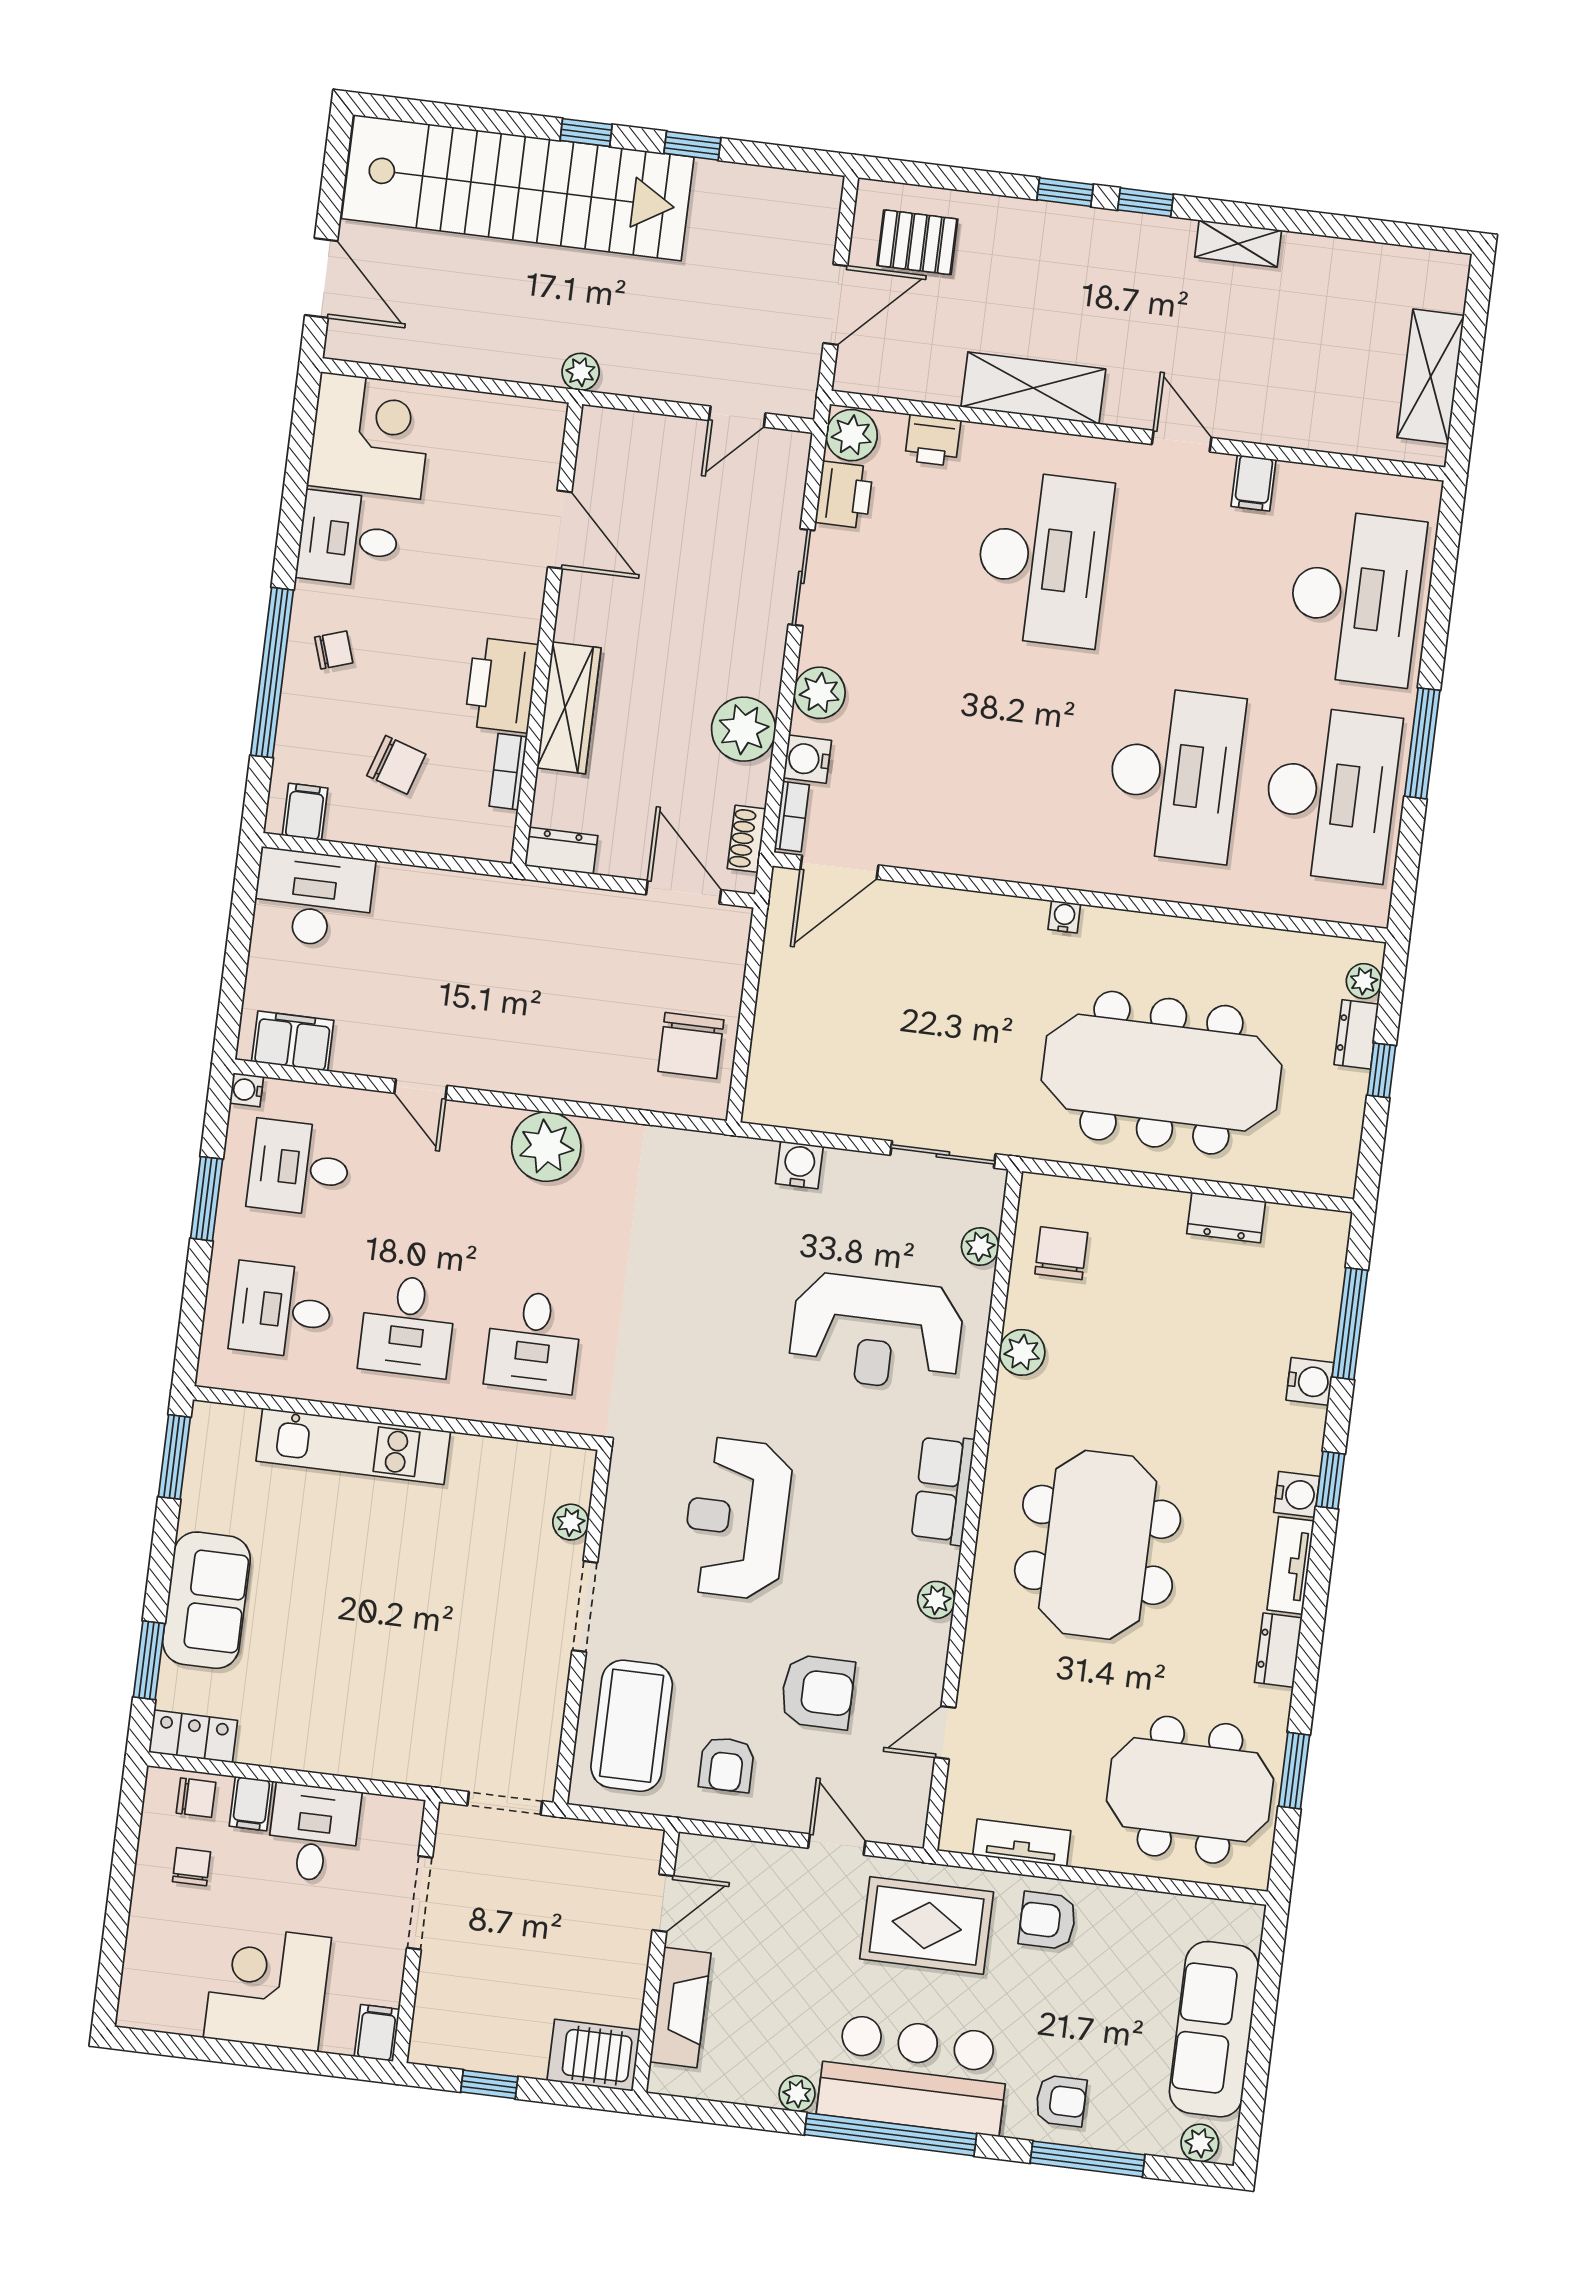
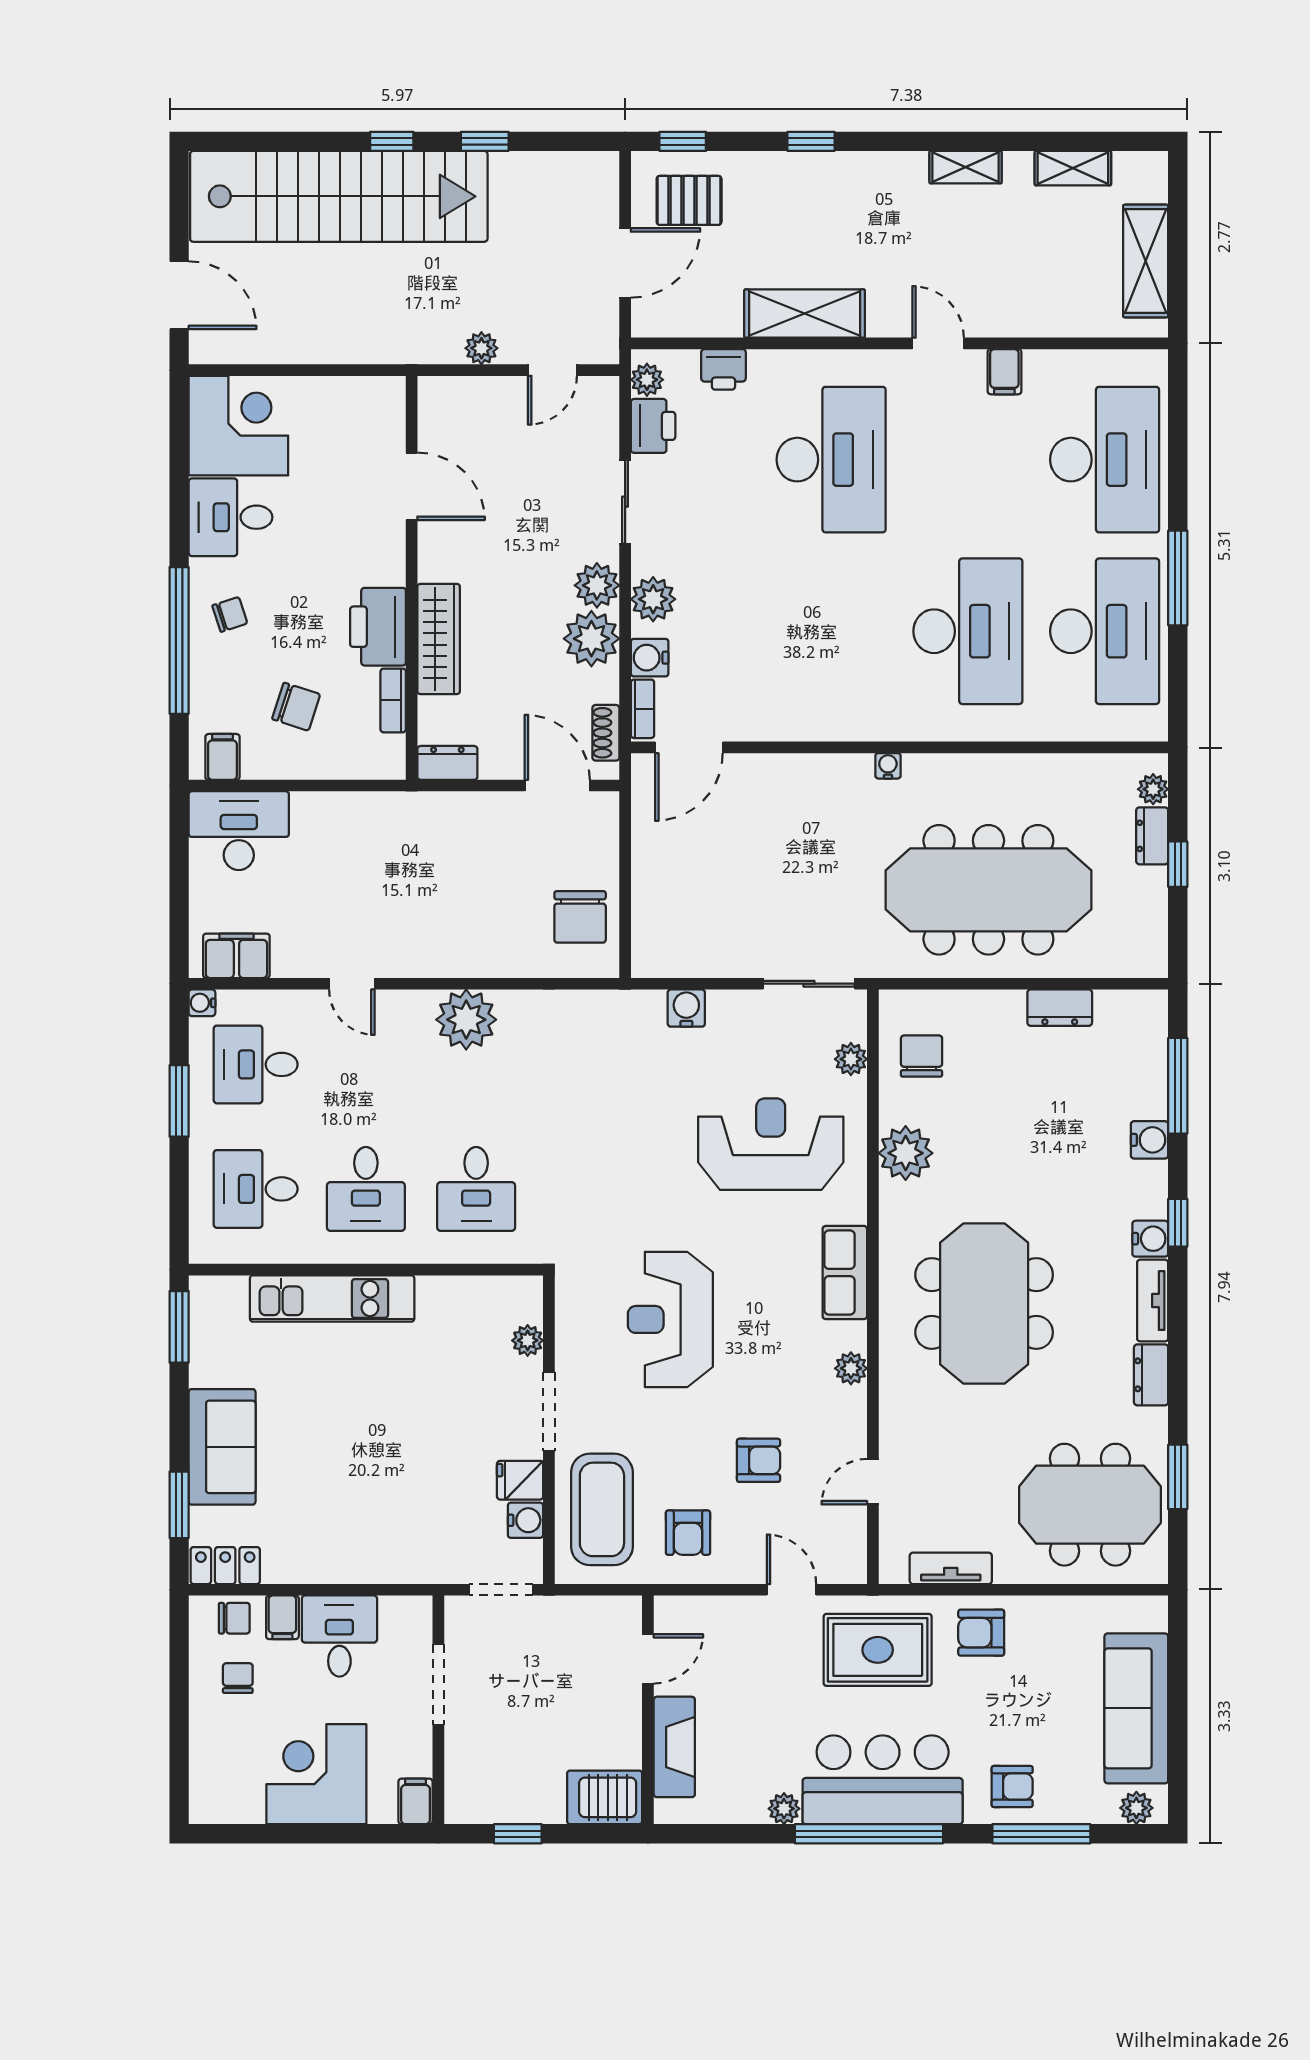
window: (1146, 202) -> (683, 141), moved
shelving: (1361, 260) -> (1073, 168), added
plant: (581, 372) -> (481, 348), moved
plant: (852, 435) -> (647, 380), width x0.73, depth x0.73
plant: (757, 669) -> (597, 585), added
reception desk: (876, 1332) -> (771, 1144), turned 180
plant: (1022, 1352) -> (906, 1153), width x1.36, depth x1.36
fridge: (542, 1681) -> (520, 1480), added
armchair: (818, 1692) -> (759, 1460), width x0.72, depth x0.72
water cooler: (543, 1727) -> (525, 1520), added

